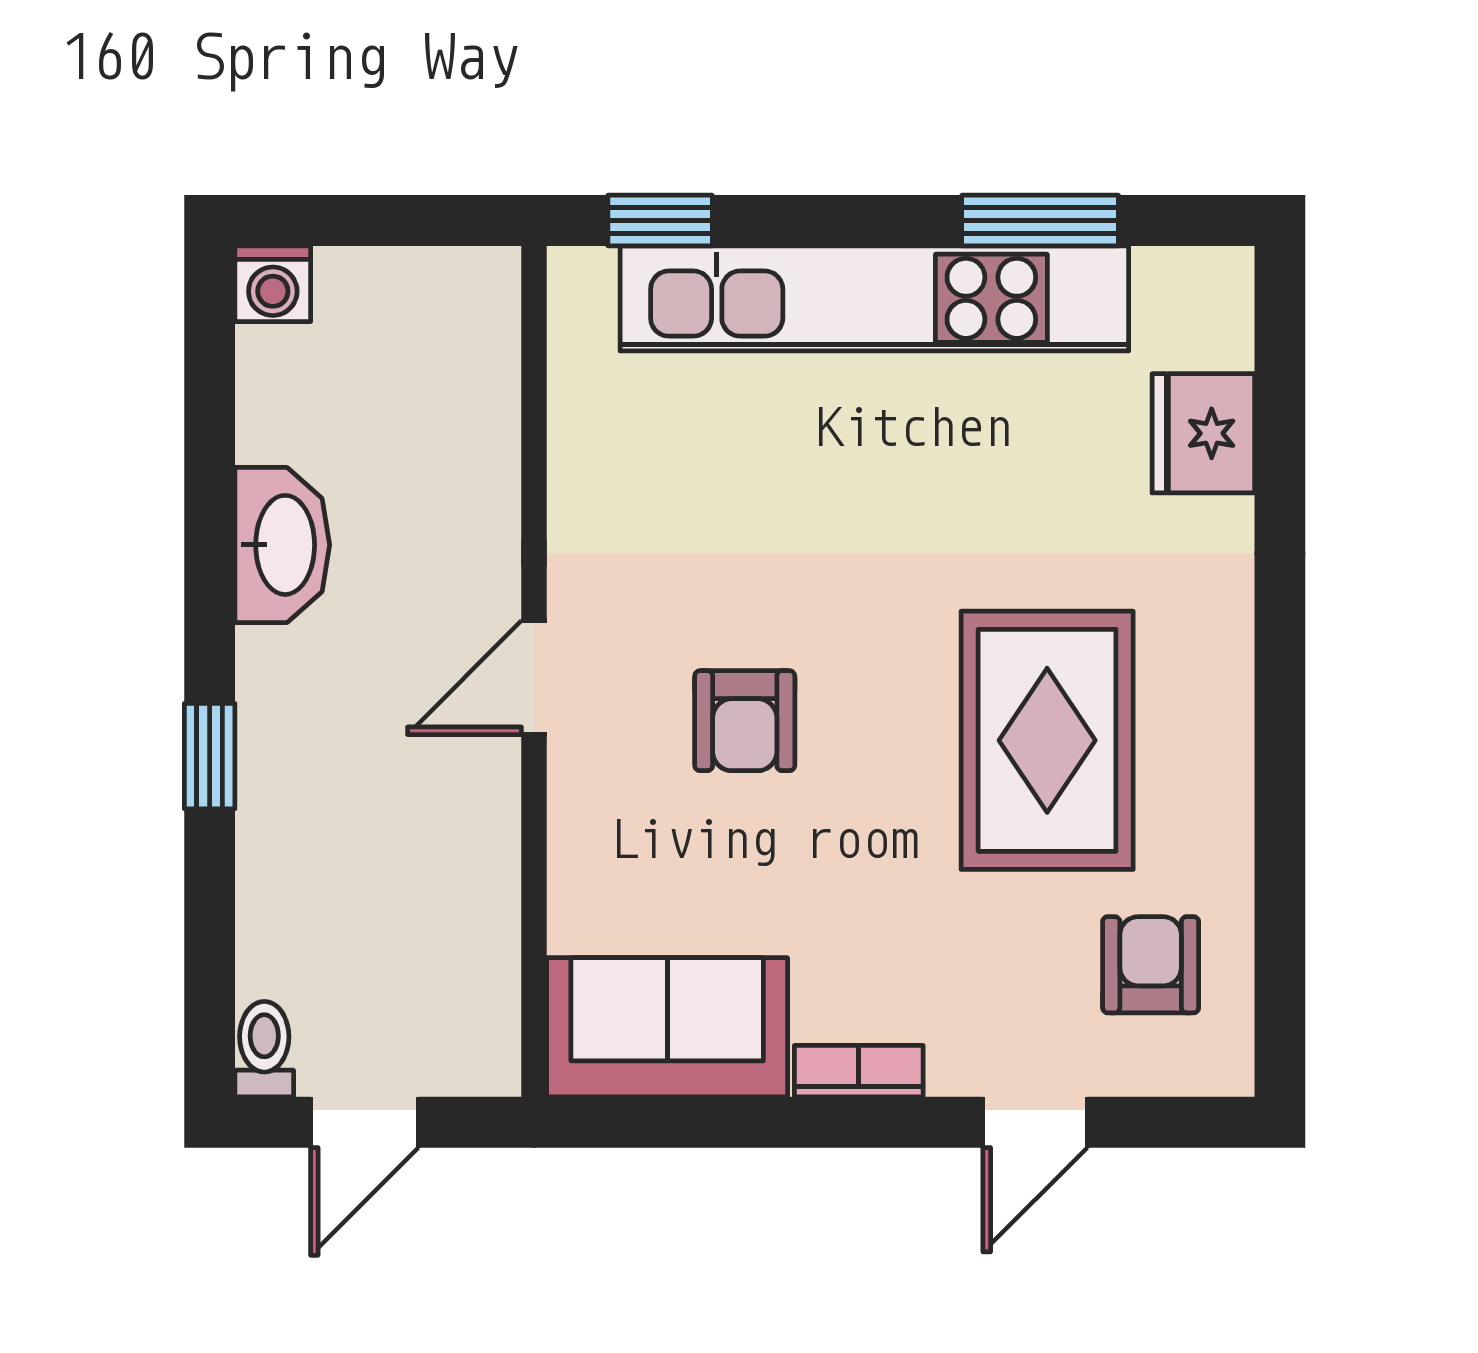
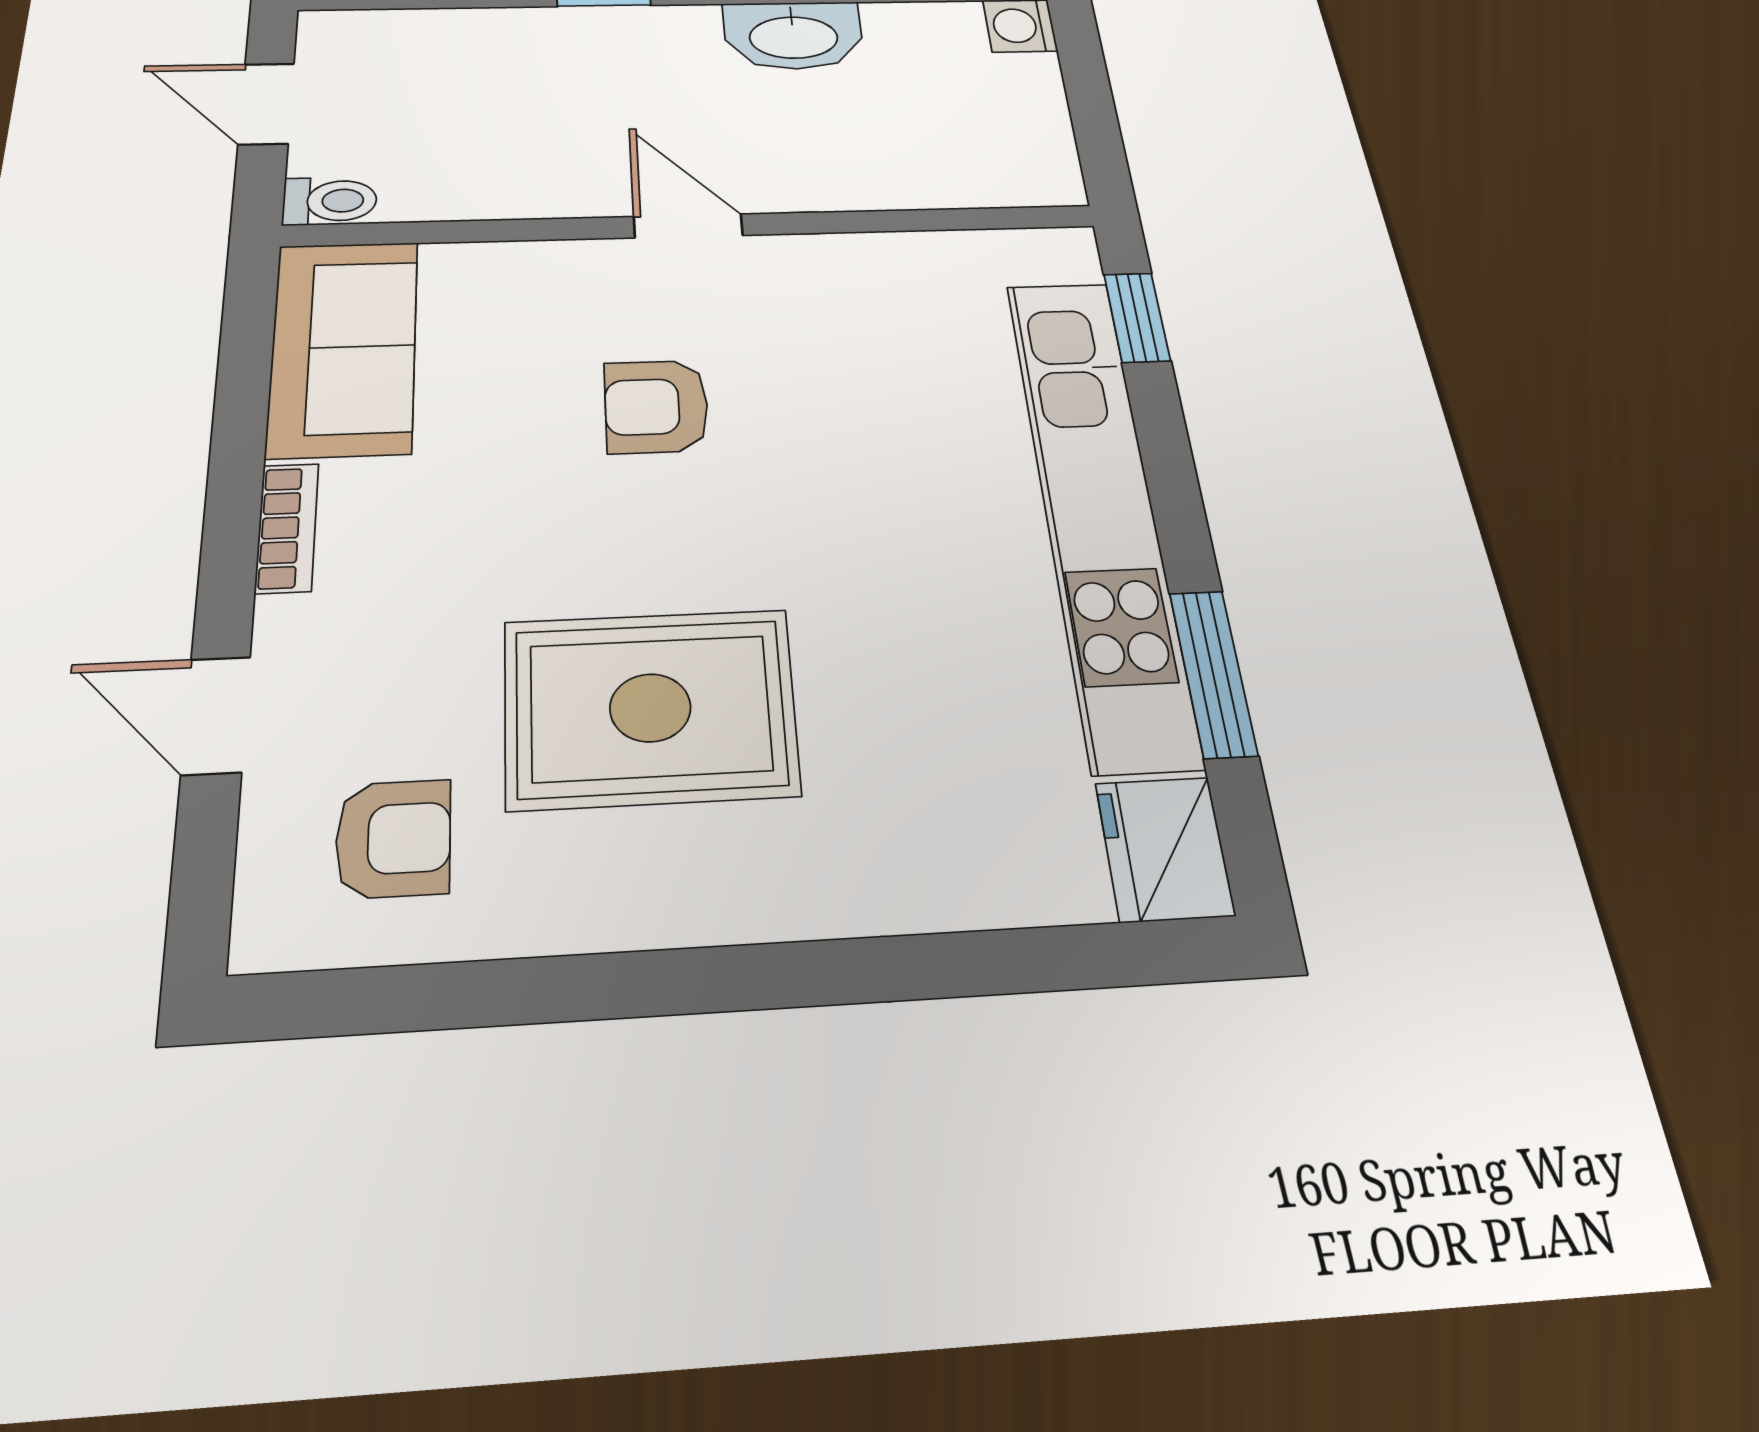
fridge: (1203, 433) -> (1165, 849), moved, turned -90
toilet: (264, 1049) -> (330, 201), moved

